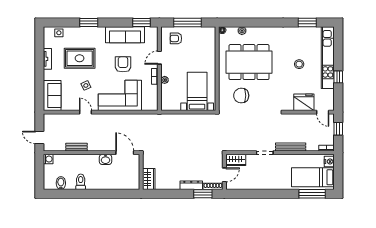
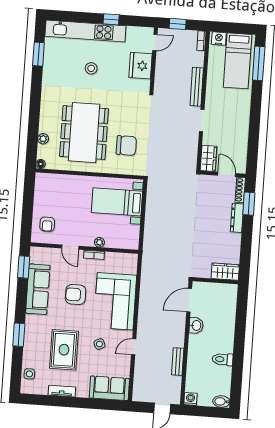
window: (187, 22) -> (28, 208), removed
chair: (241, 96) -> (126, 146), turned -90
bidet: (61, 183) -> (221, 401), moved

